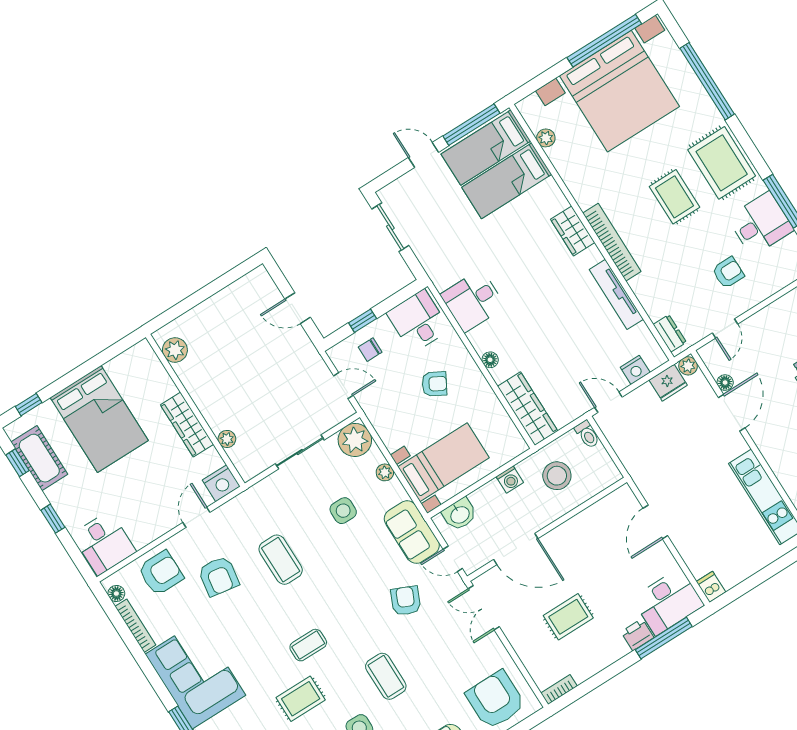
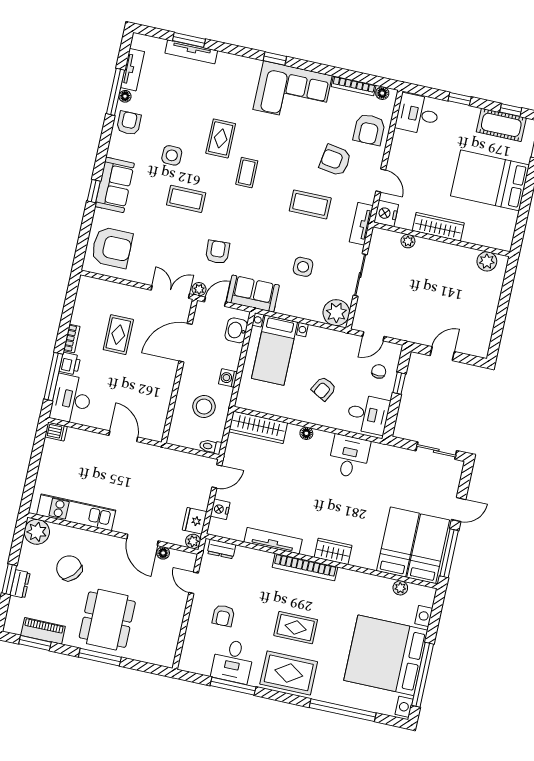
plant: (385, 472) -> (199, 289), moved
tv unit: (253, 496) -> (361, 224), added
armchair: (406, 601) -> (218, 252), turned -117
bookcase: (559, 690) -> (72, 338), moved

